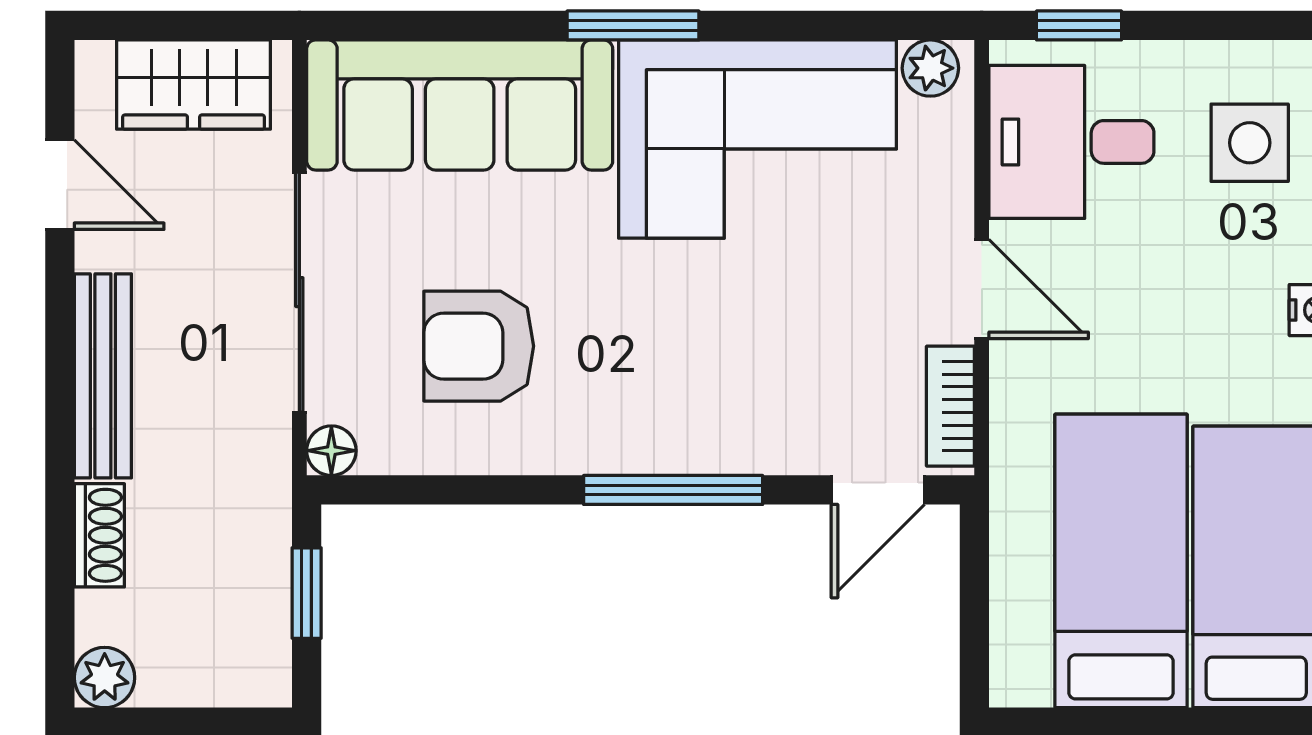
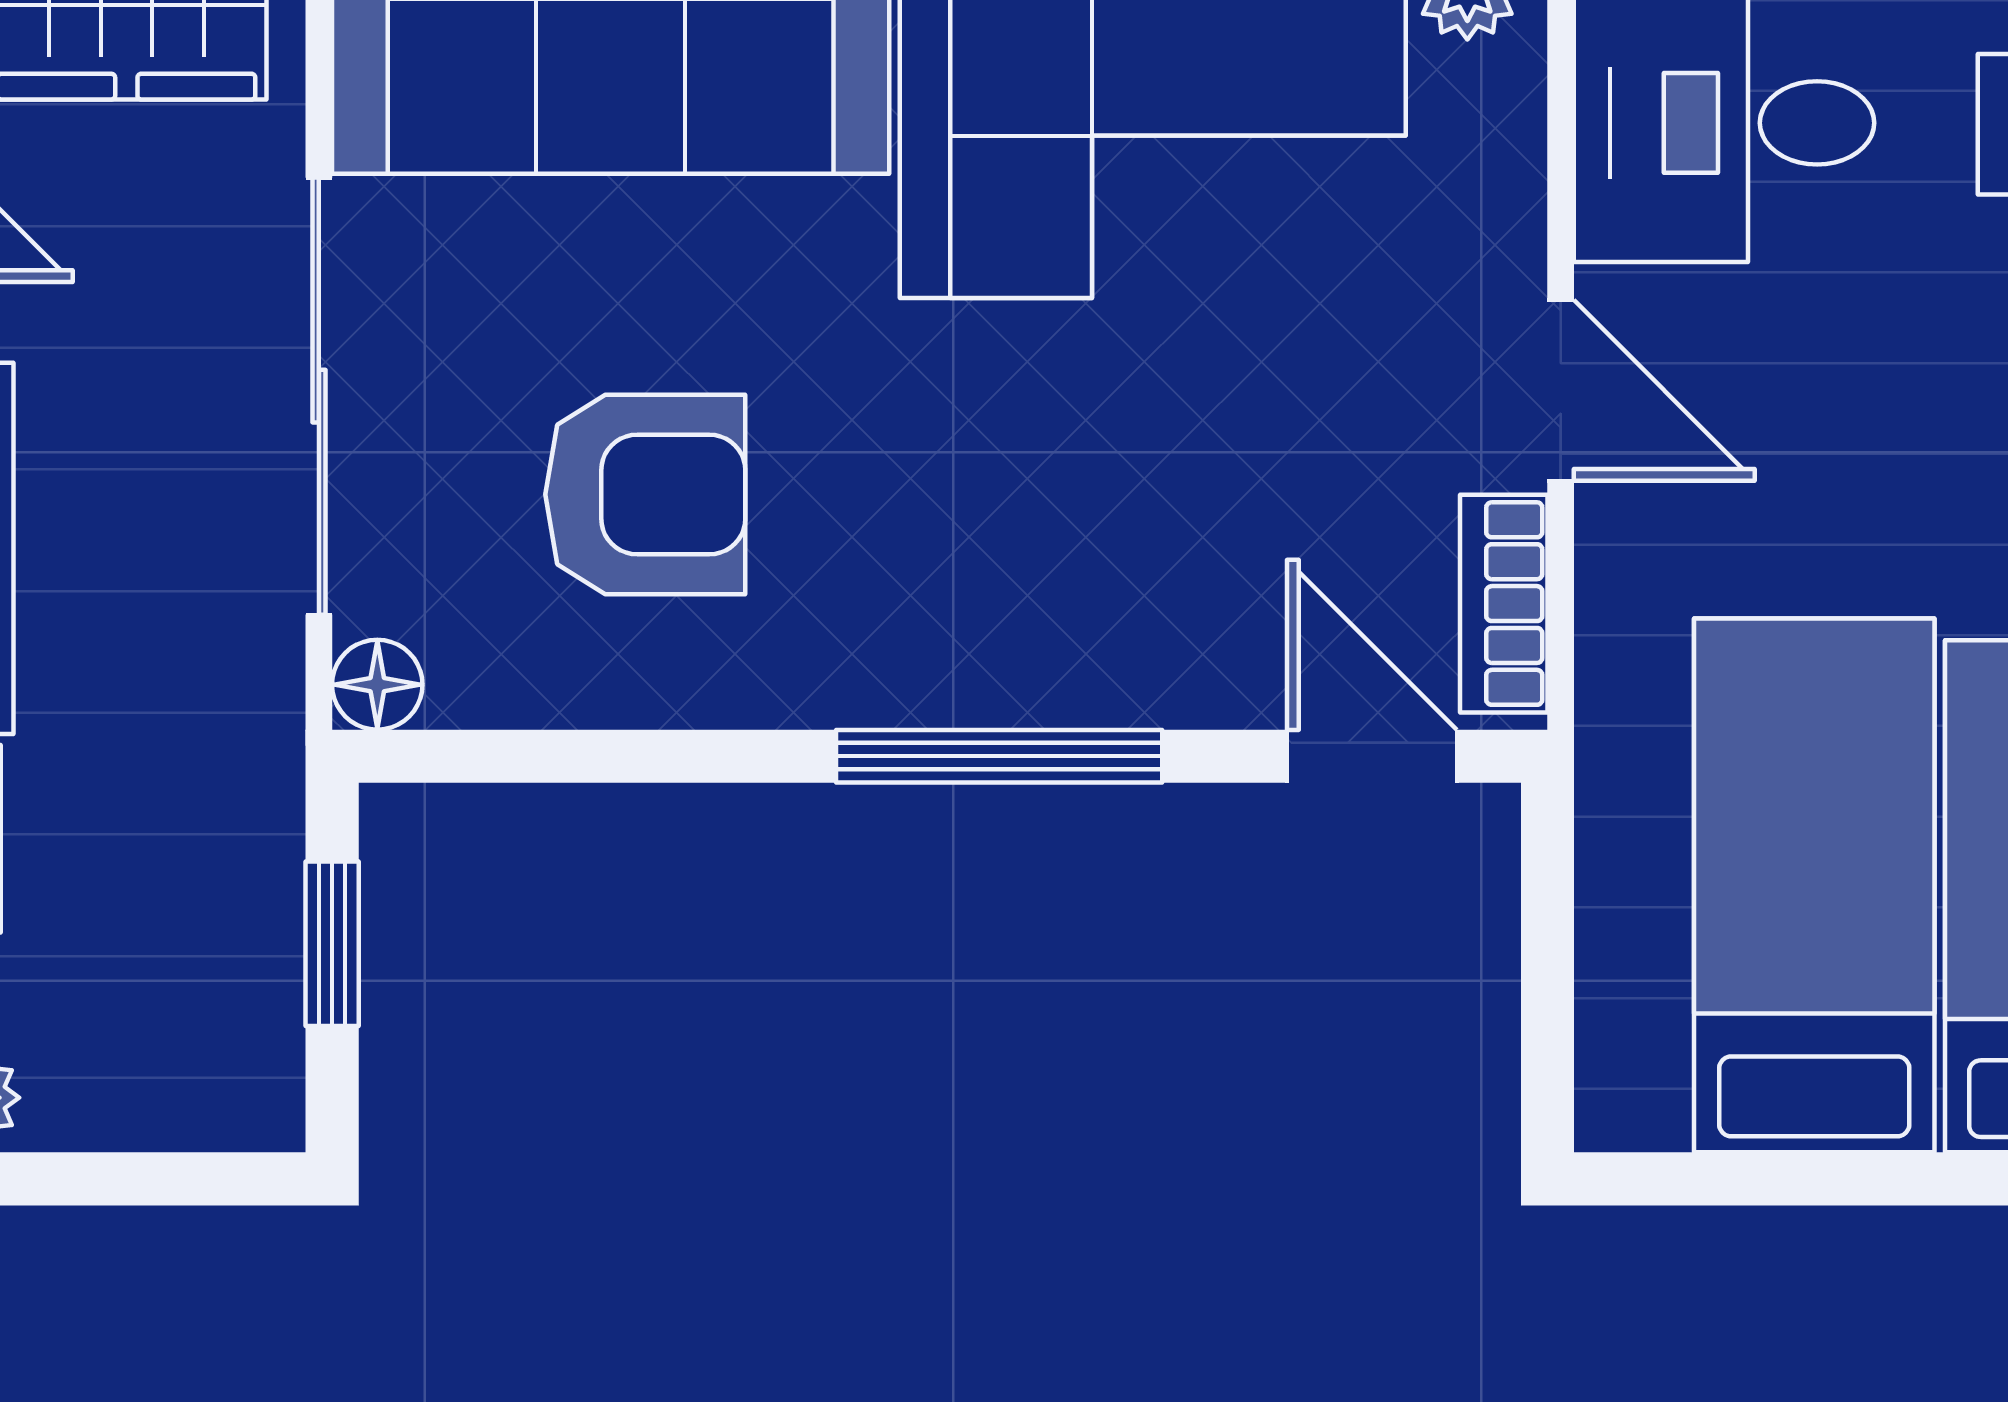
armchair: (479, 346) -> (645, 494), turned 180
door: (878, 490) -> (1372, 756), swing flipped

